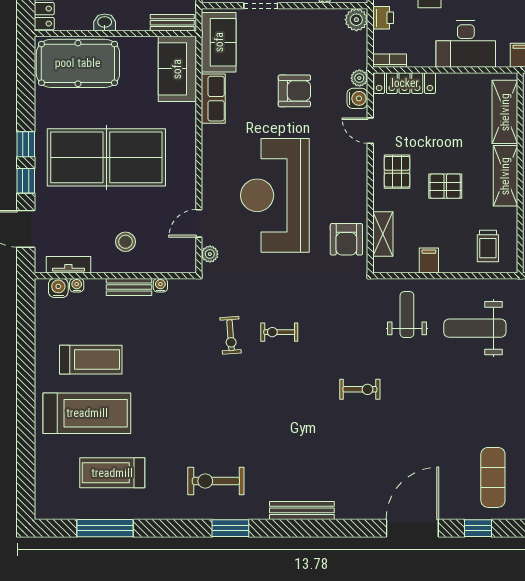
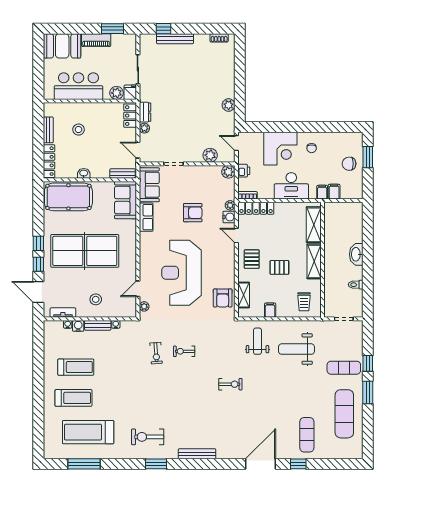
water cooler: (58, 288) -> (78, 326), moved
treadmill: (87, 413) -> (74, 398), width x0.73, depth x0.73
treadmill: (112, 473) -> (88, 432), width x1.37, depth x1.38

